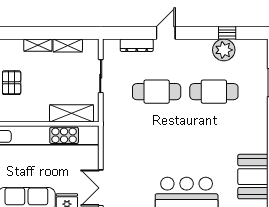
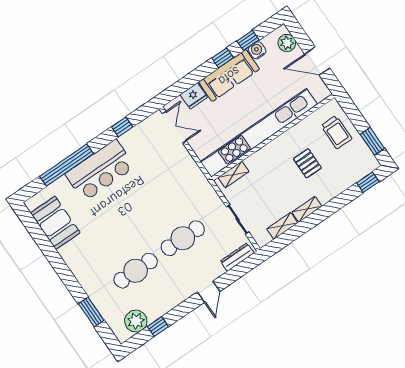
dresser: (137, 45) -> (237, 257), moved
plant: (224, 50) -> (136, 321), moved
shelving: (72, 113) -> (233, 174), width x0.67, depth x0.75

